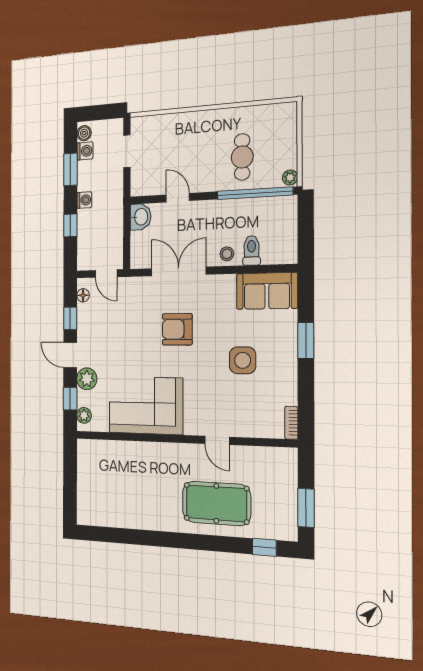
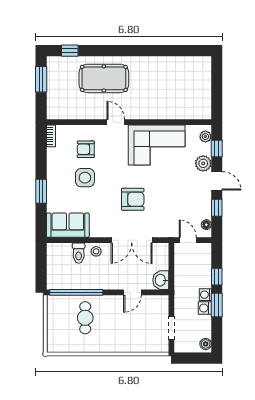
washing machine: (85, 151) -> (205, 308), moved
window: (70, 169) -> (217, 305), moved
plant: (290, 177) -> (52, 301), removed
door: (178, 198) -> (132, 292), hinge flipped
armchair: (241, 402) -> (86, 149), added
door: (217, 440) -> (116, 122), moved

